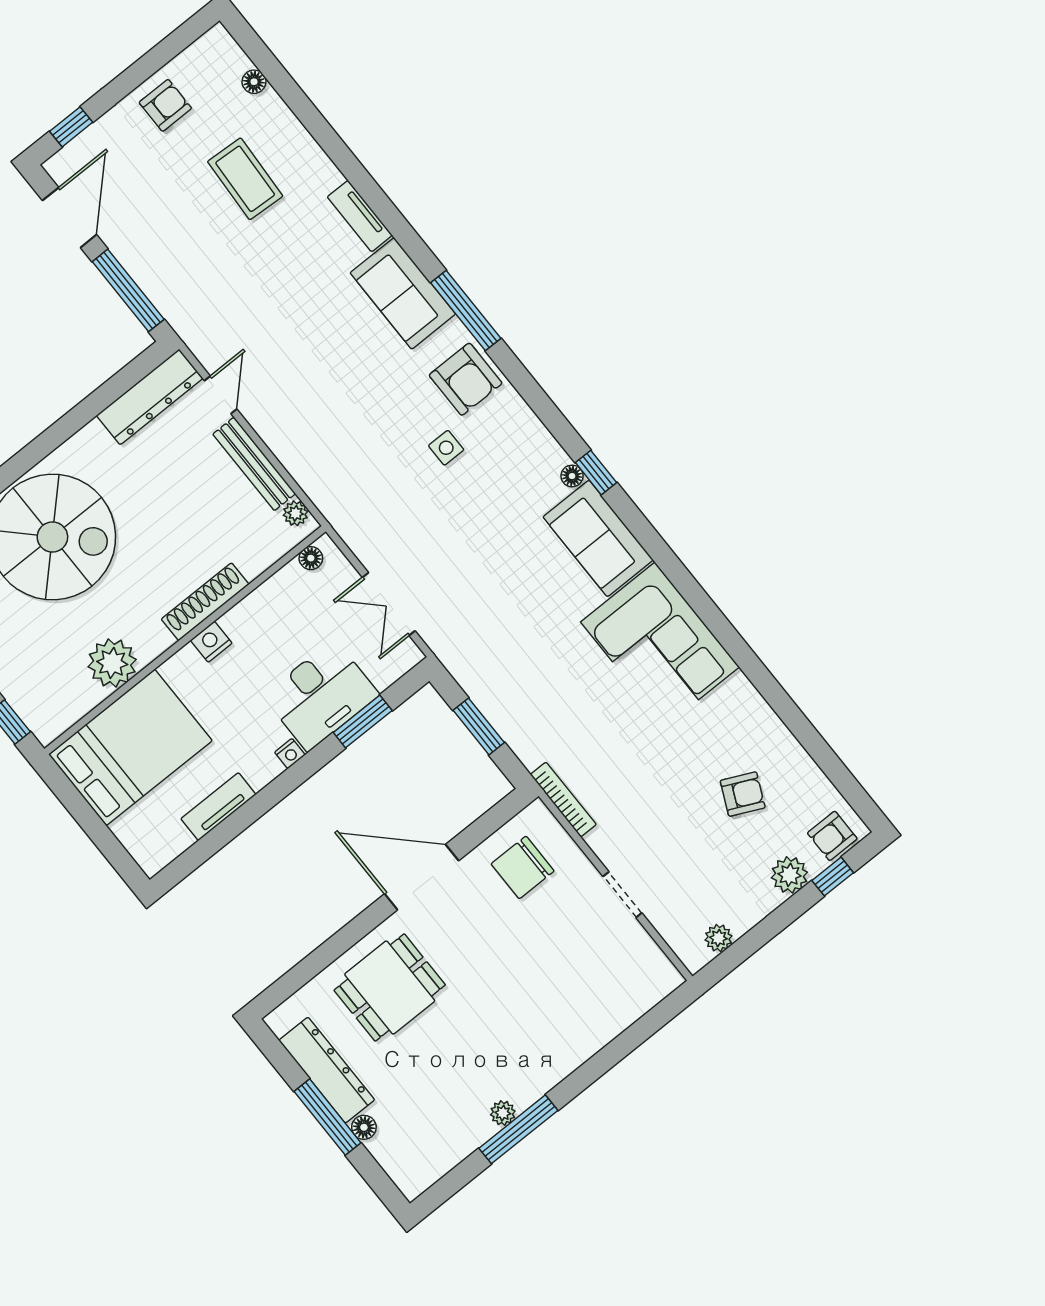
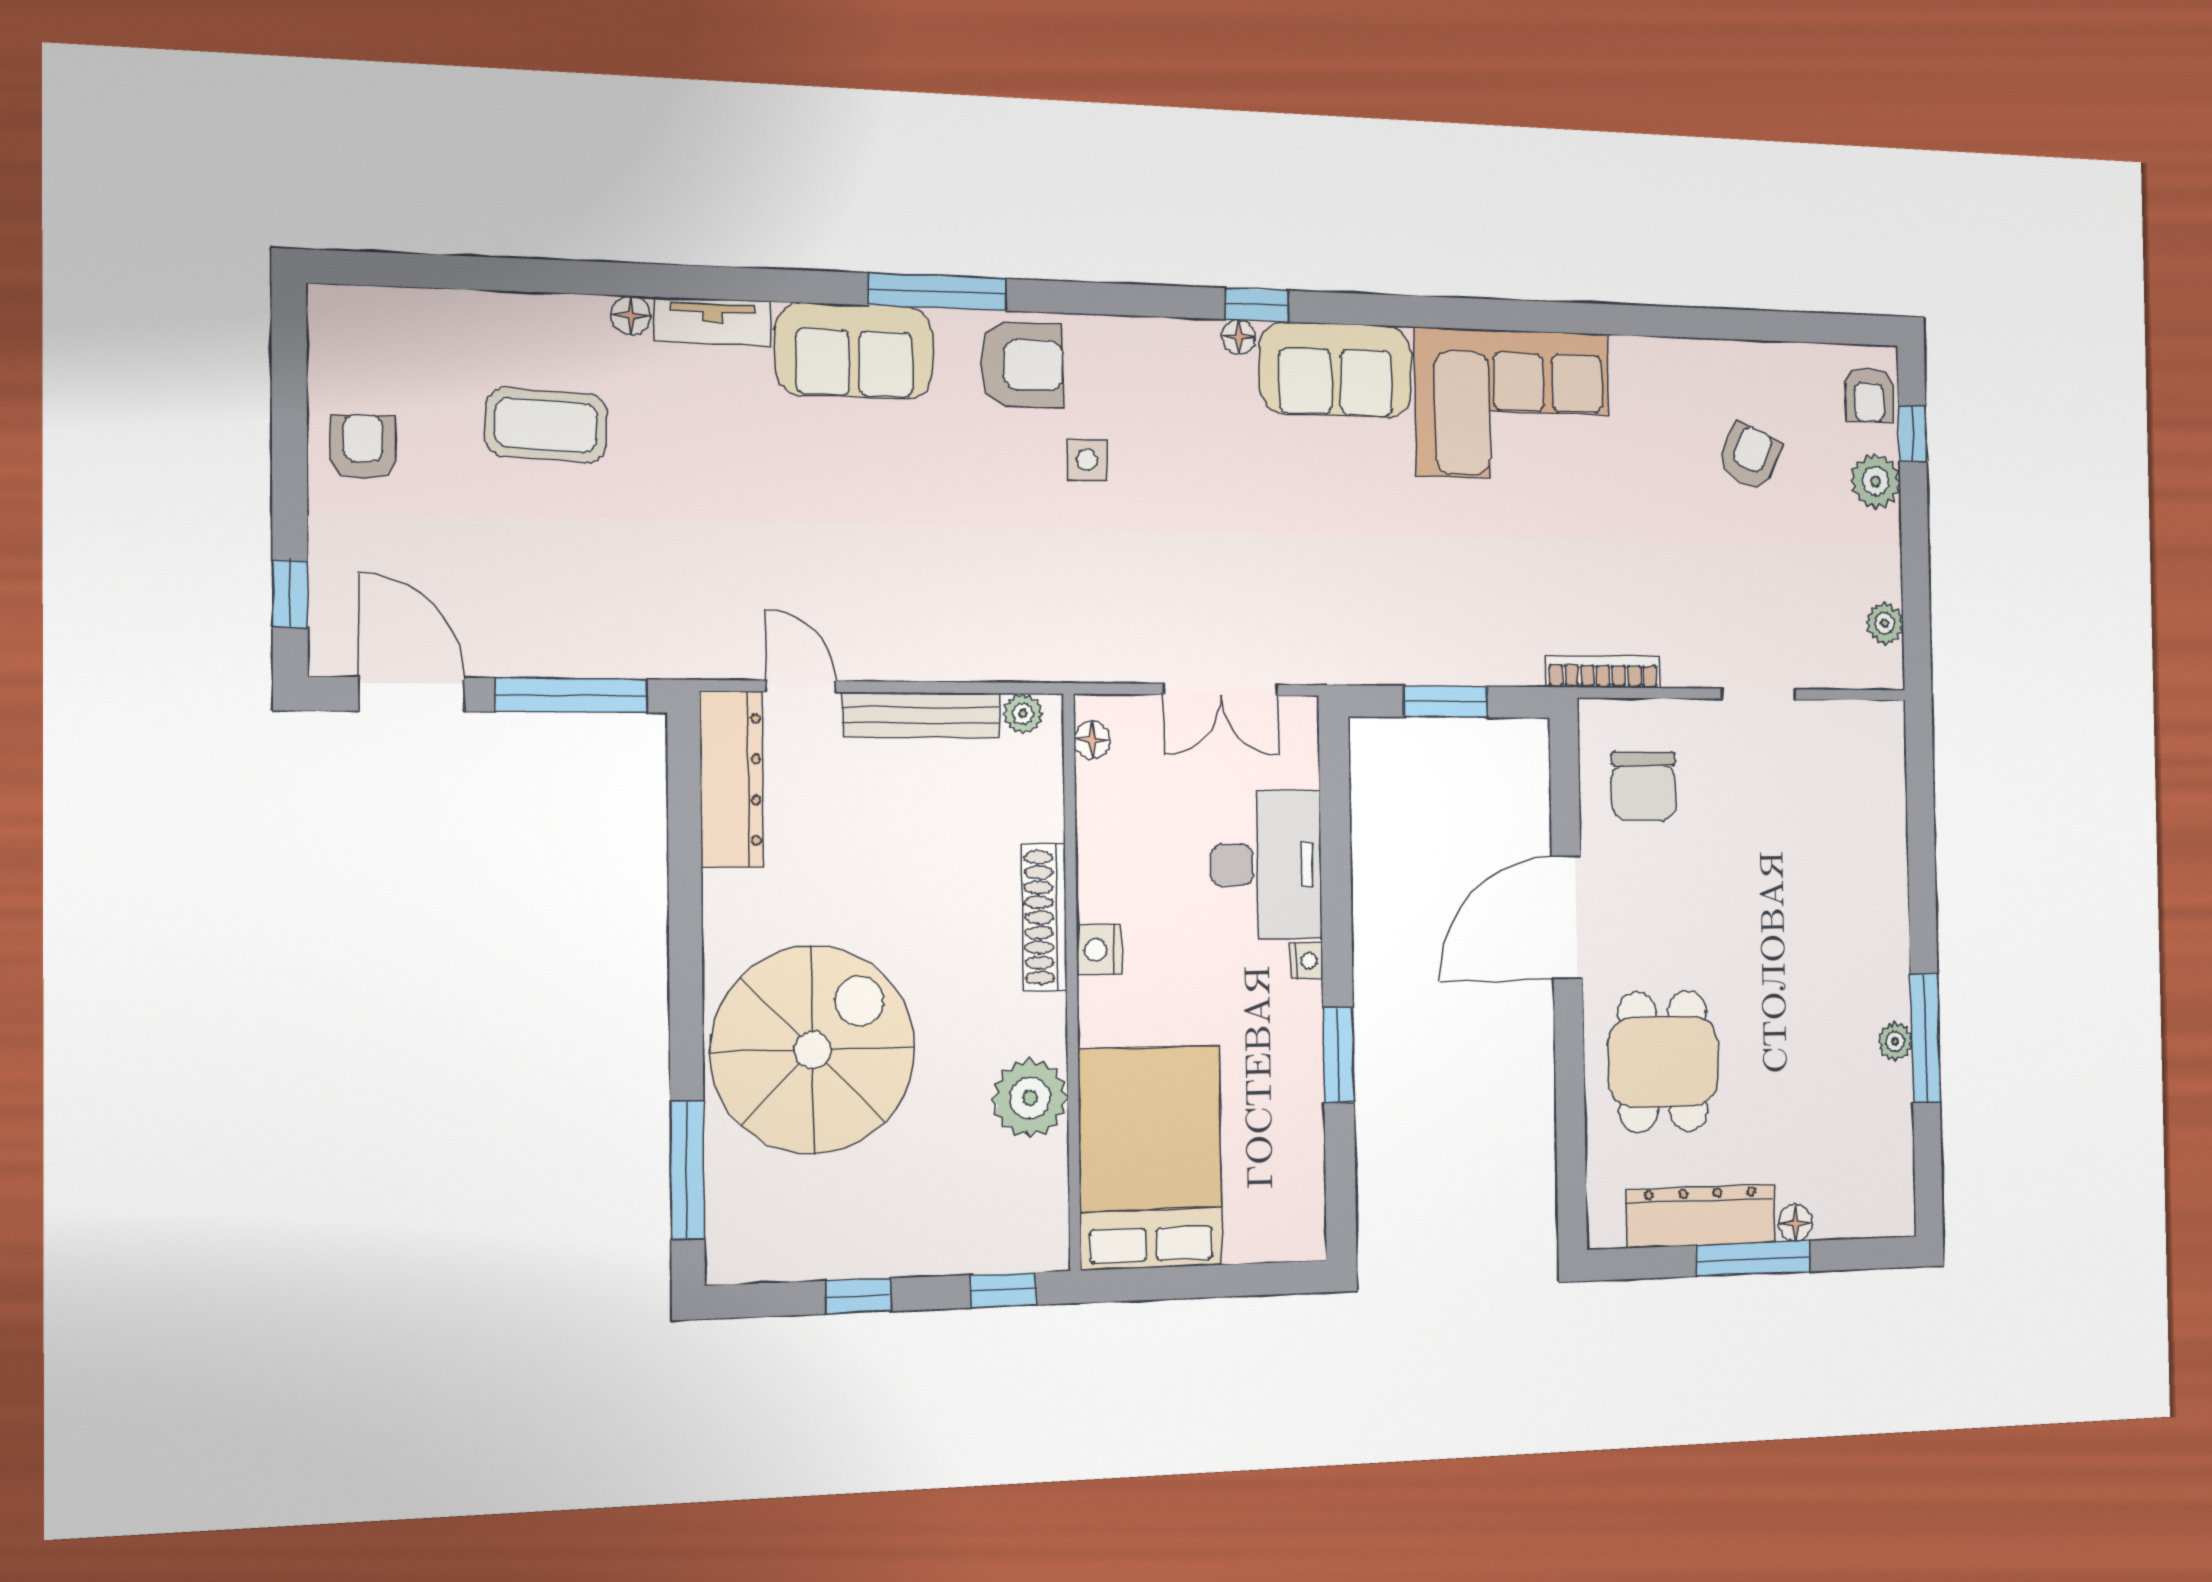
floor lamp: (254, 82) -> (631, 315), moved
window: (363, 721) -> (1339, 1055), moved
tv unit: (218, 807) -> (1303, 1102), removed

